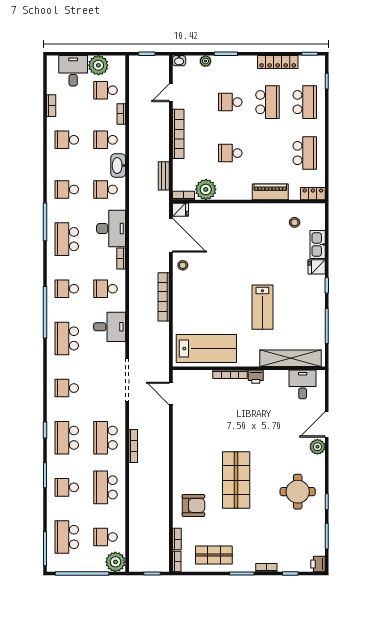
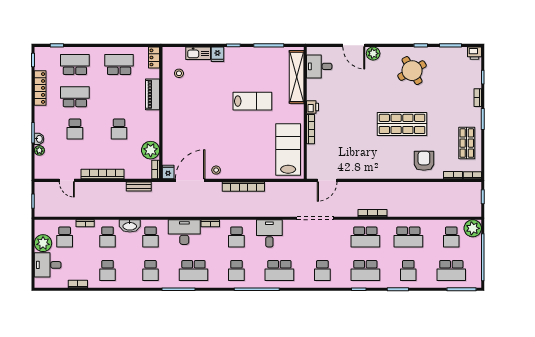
washbasin: (179, 61) -> (39, 139), moved
round table: (298, 492) -> (412, 71), turned -30

